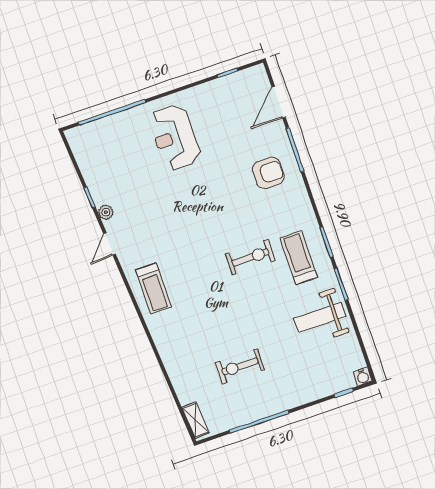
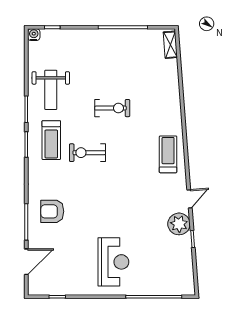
plant: (106, 212) -> (179, 224), width x1.88, depth x1.88
weight bench: (320, 317) -> (51, 90), turned 90
exercise bike: (240, 366) -> (112, 108), moved

